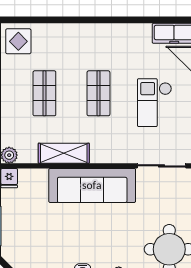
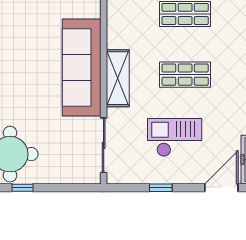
shelving: (64, 153) -> (118, 78), moved

